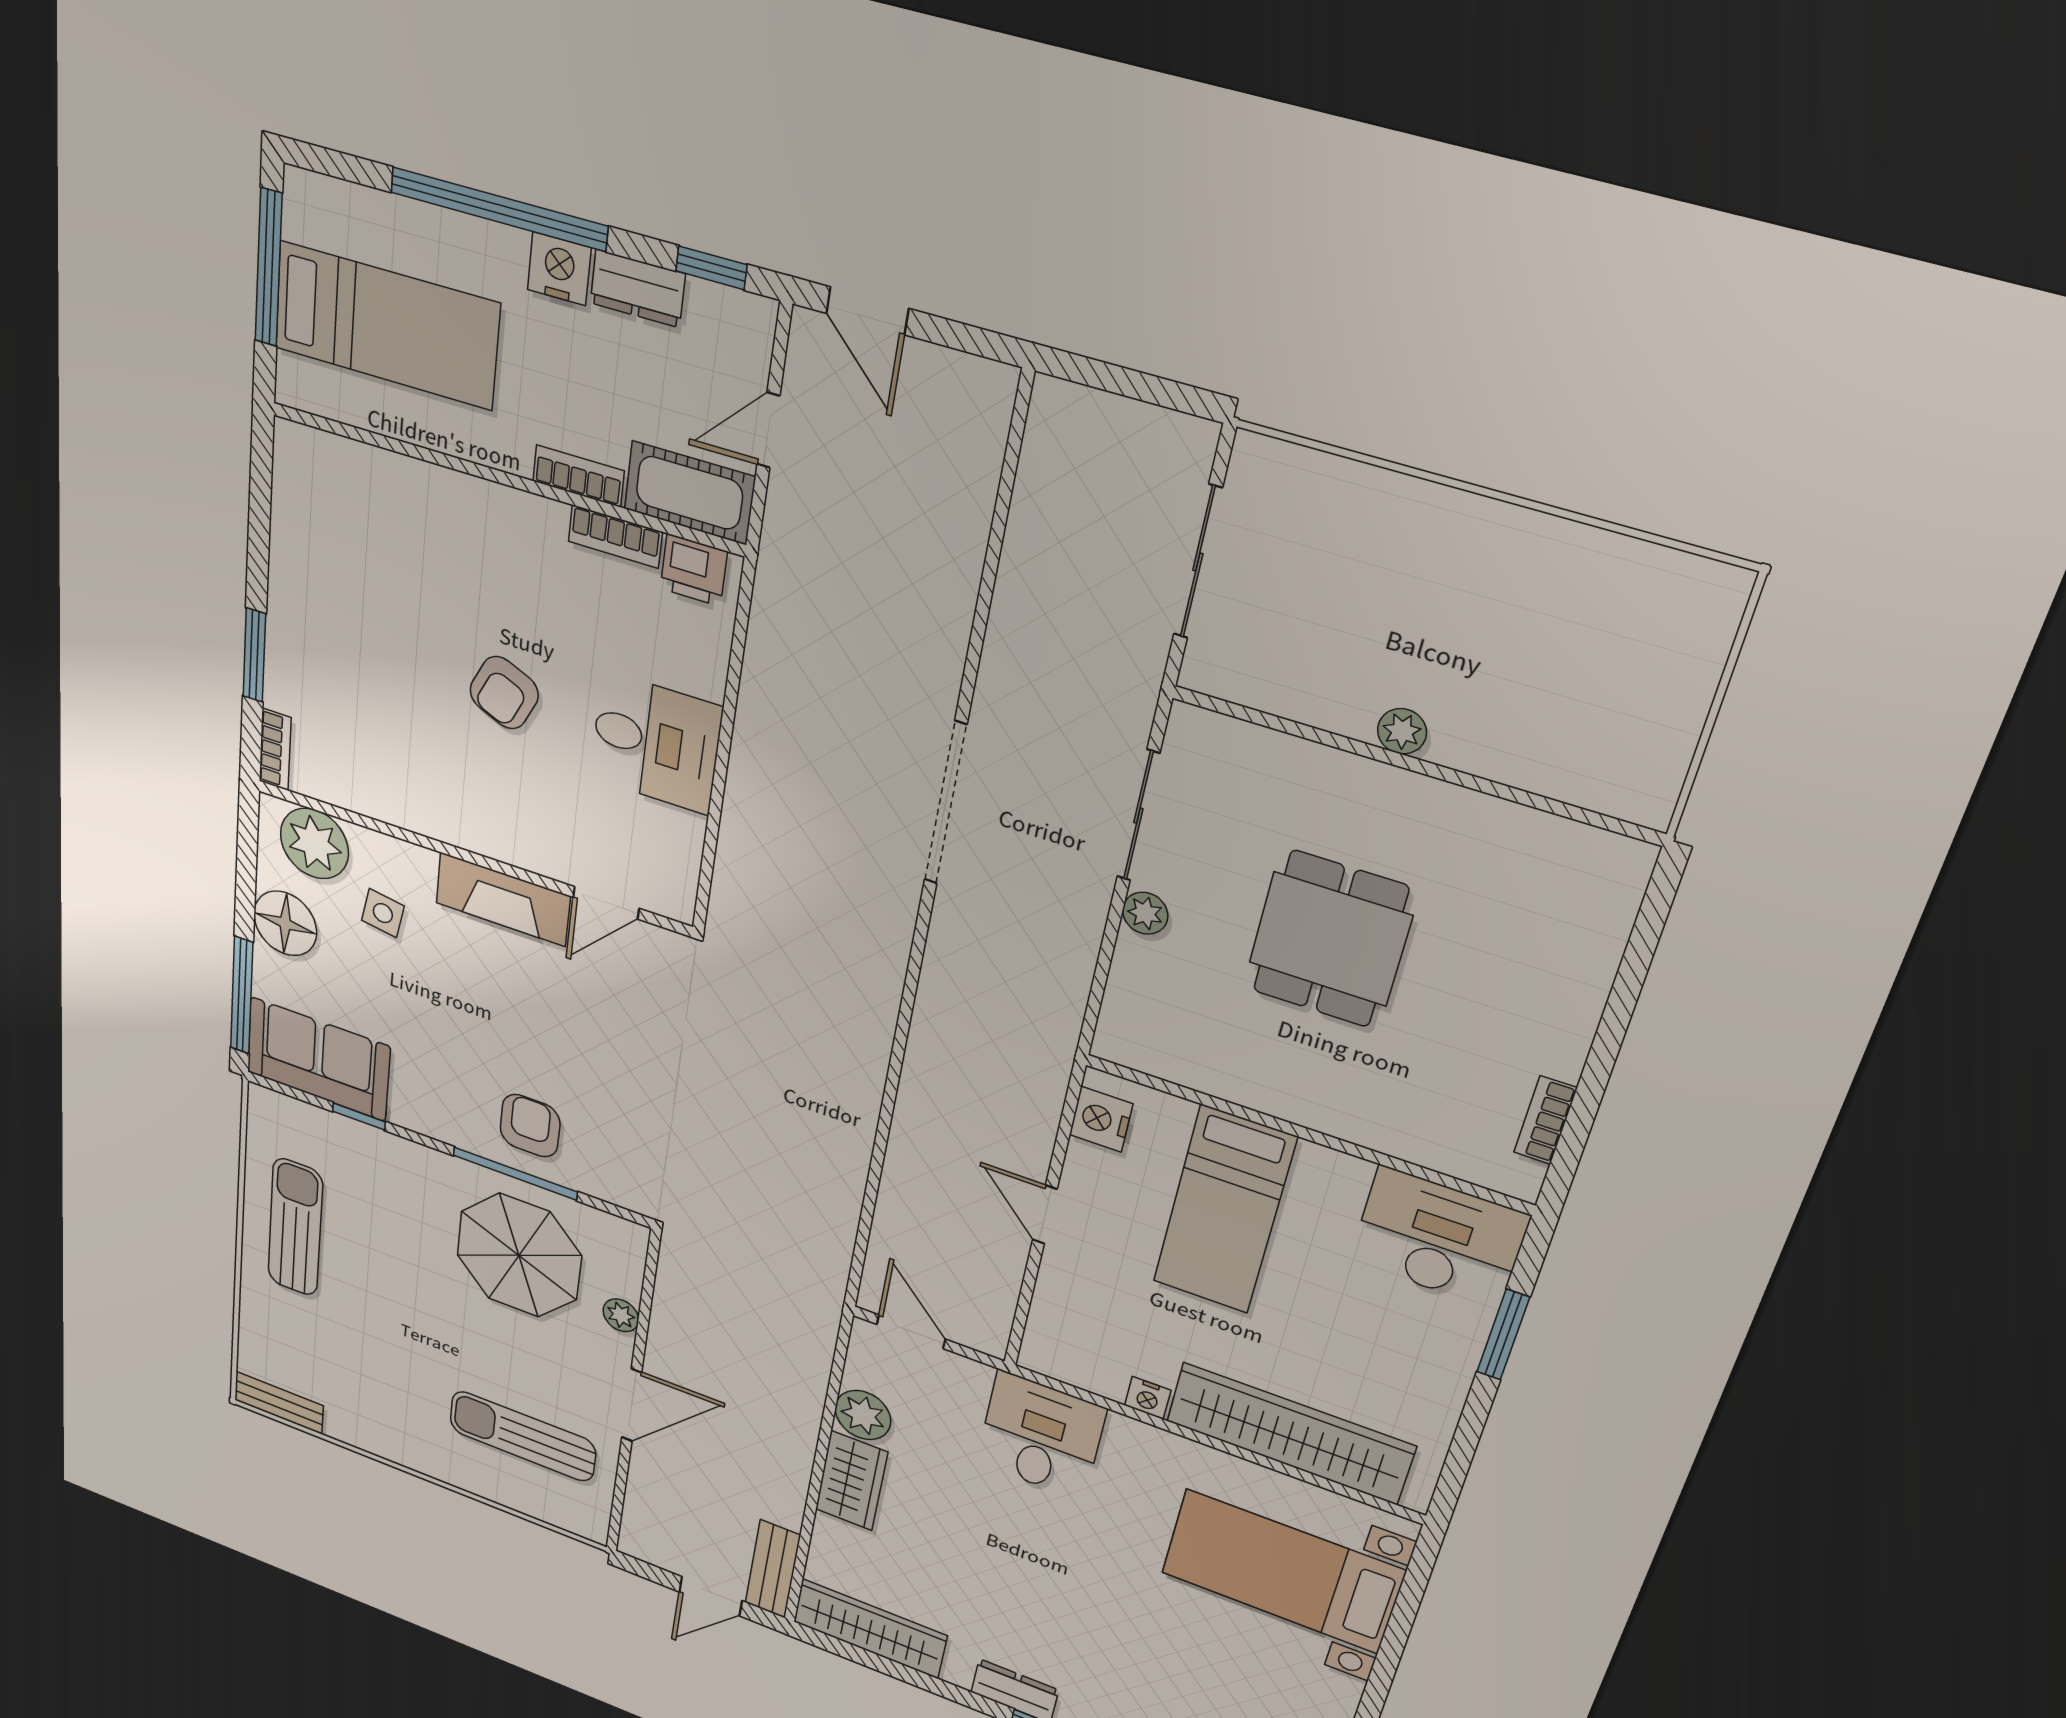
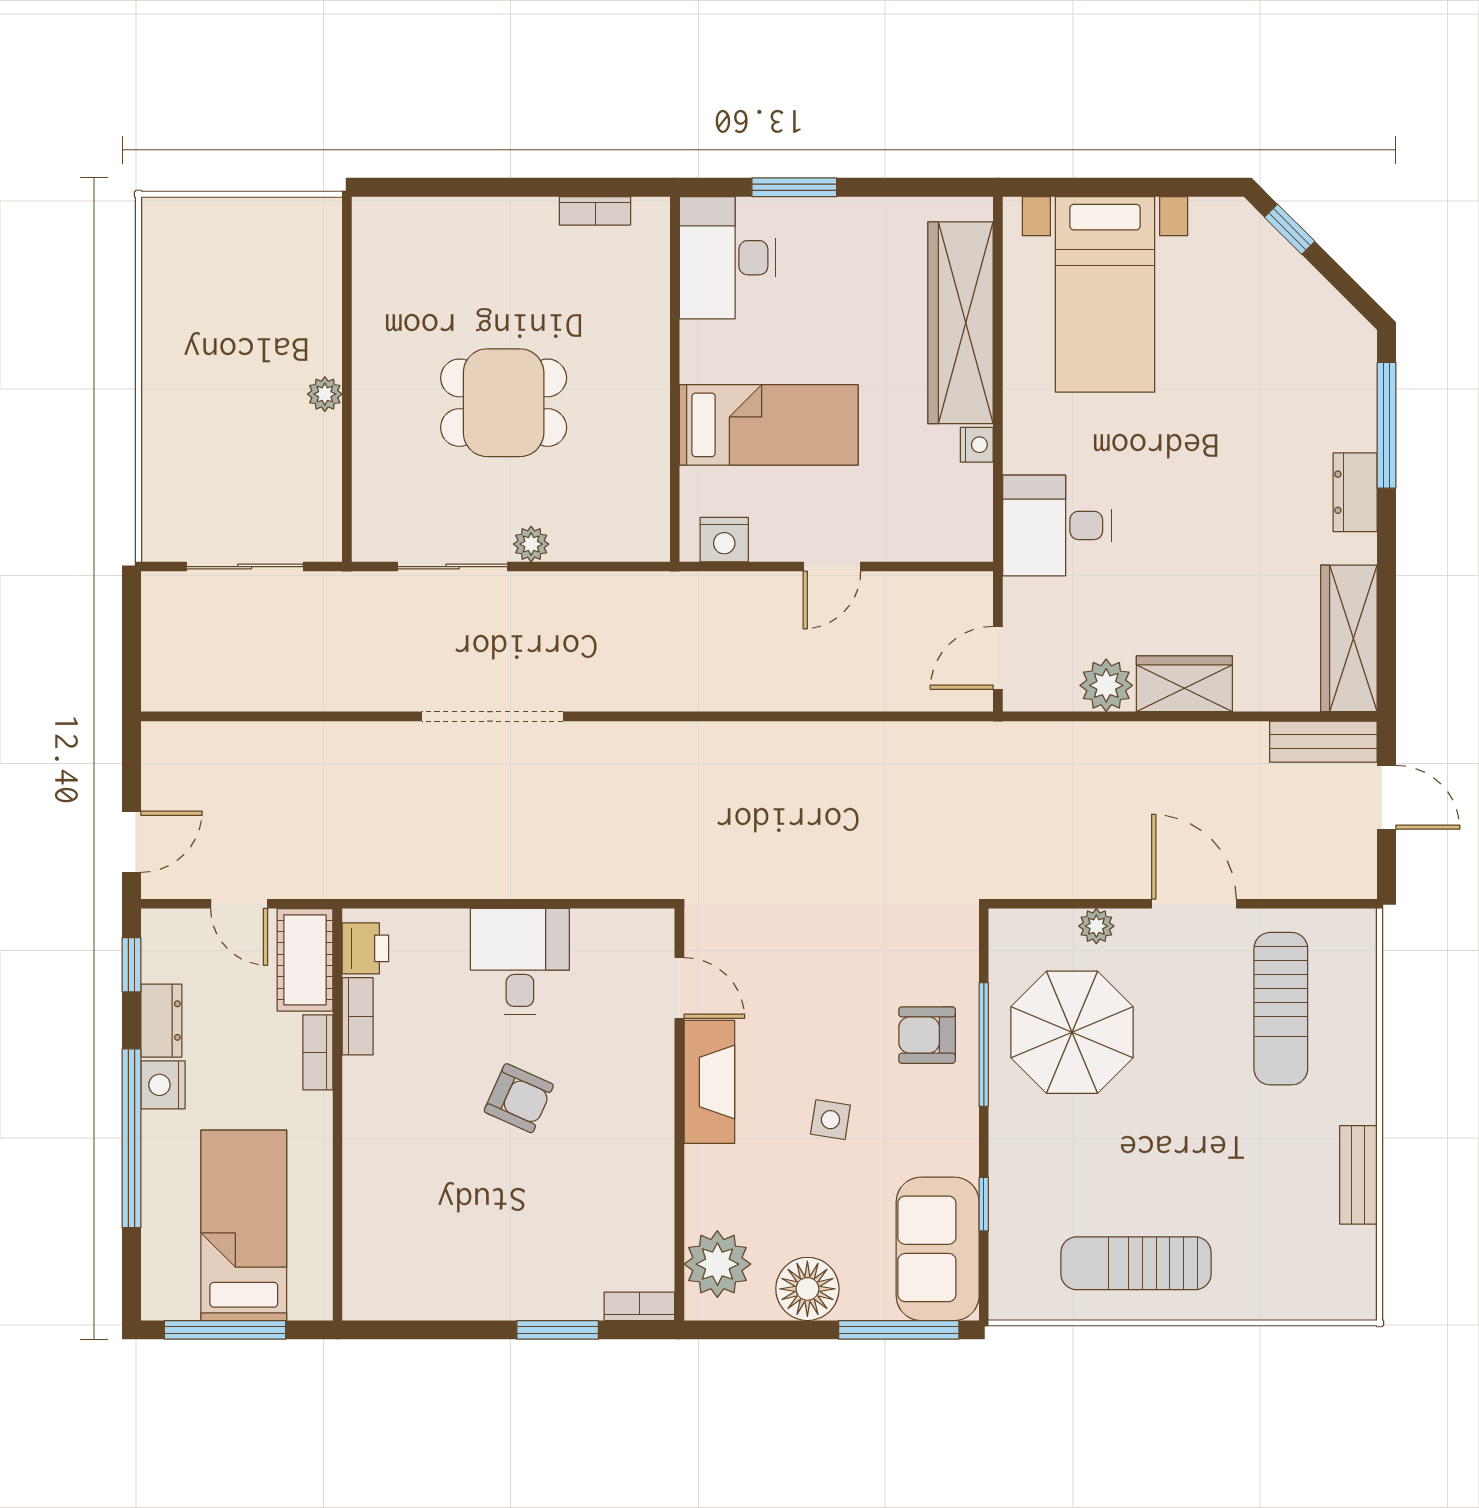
side table: (383, 913) -> (830, 1120), moved
bench: (279, 1403) -> (1358, 1175), moved

